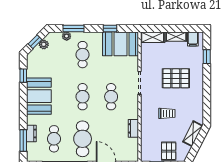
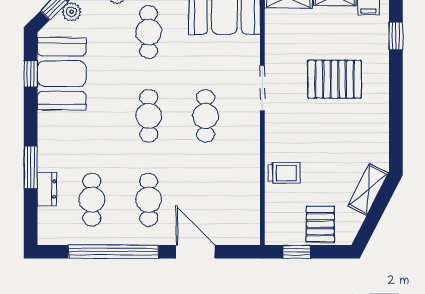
booth: (39, 96) -> (62, 74), moved
trolley: (167, 113) -> (284, 173), moved
dresser: (133, 128) -> (250, 179), removed
cafe table: (83, 139) -> (149, 200), width x0.73, depth x0.74
window: (23, 140) -> (31, 167), moved

